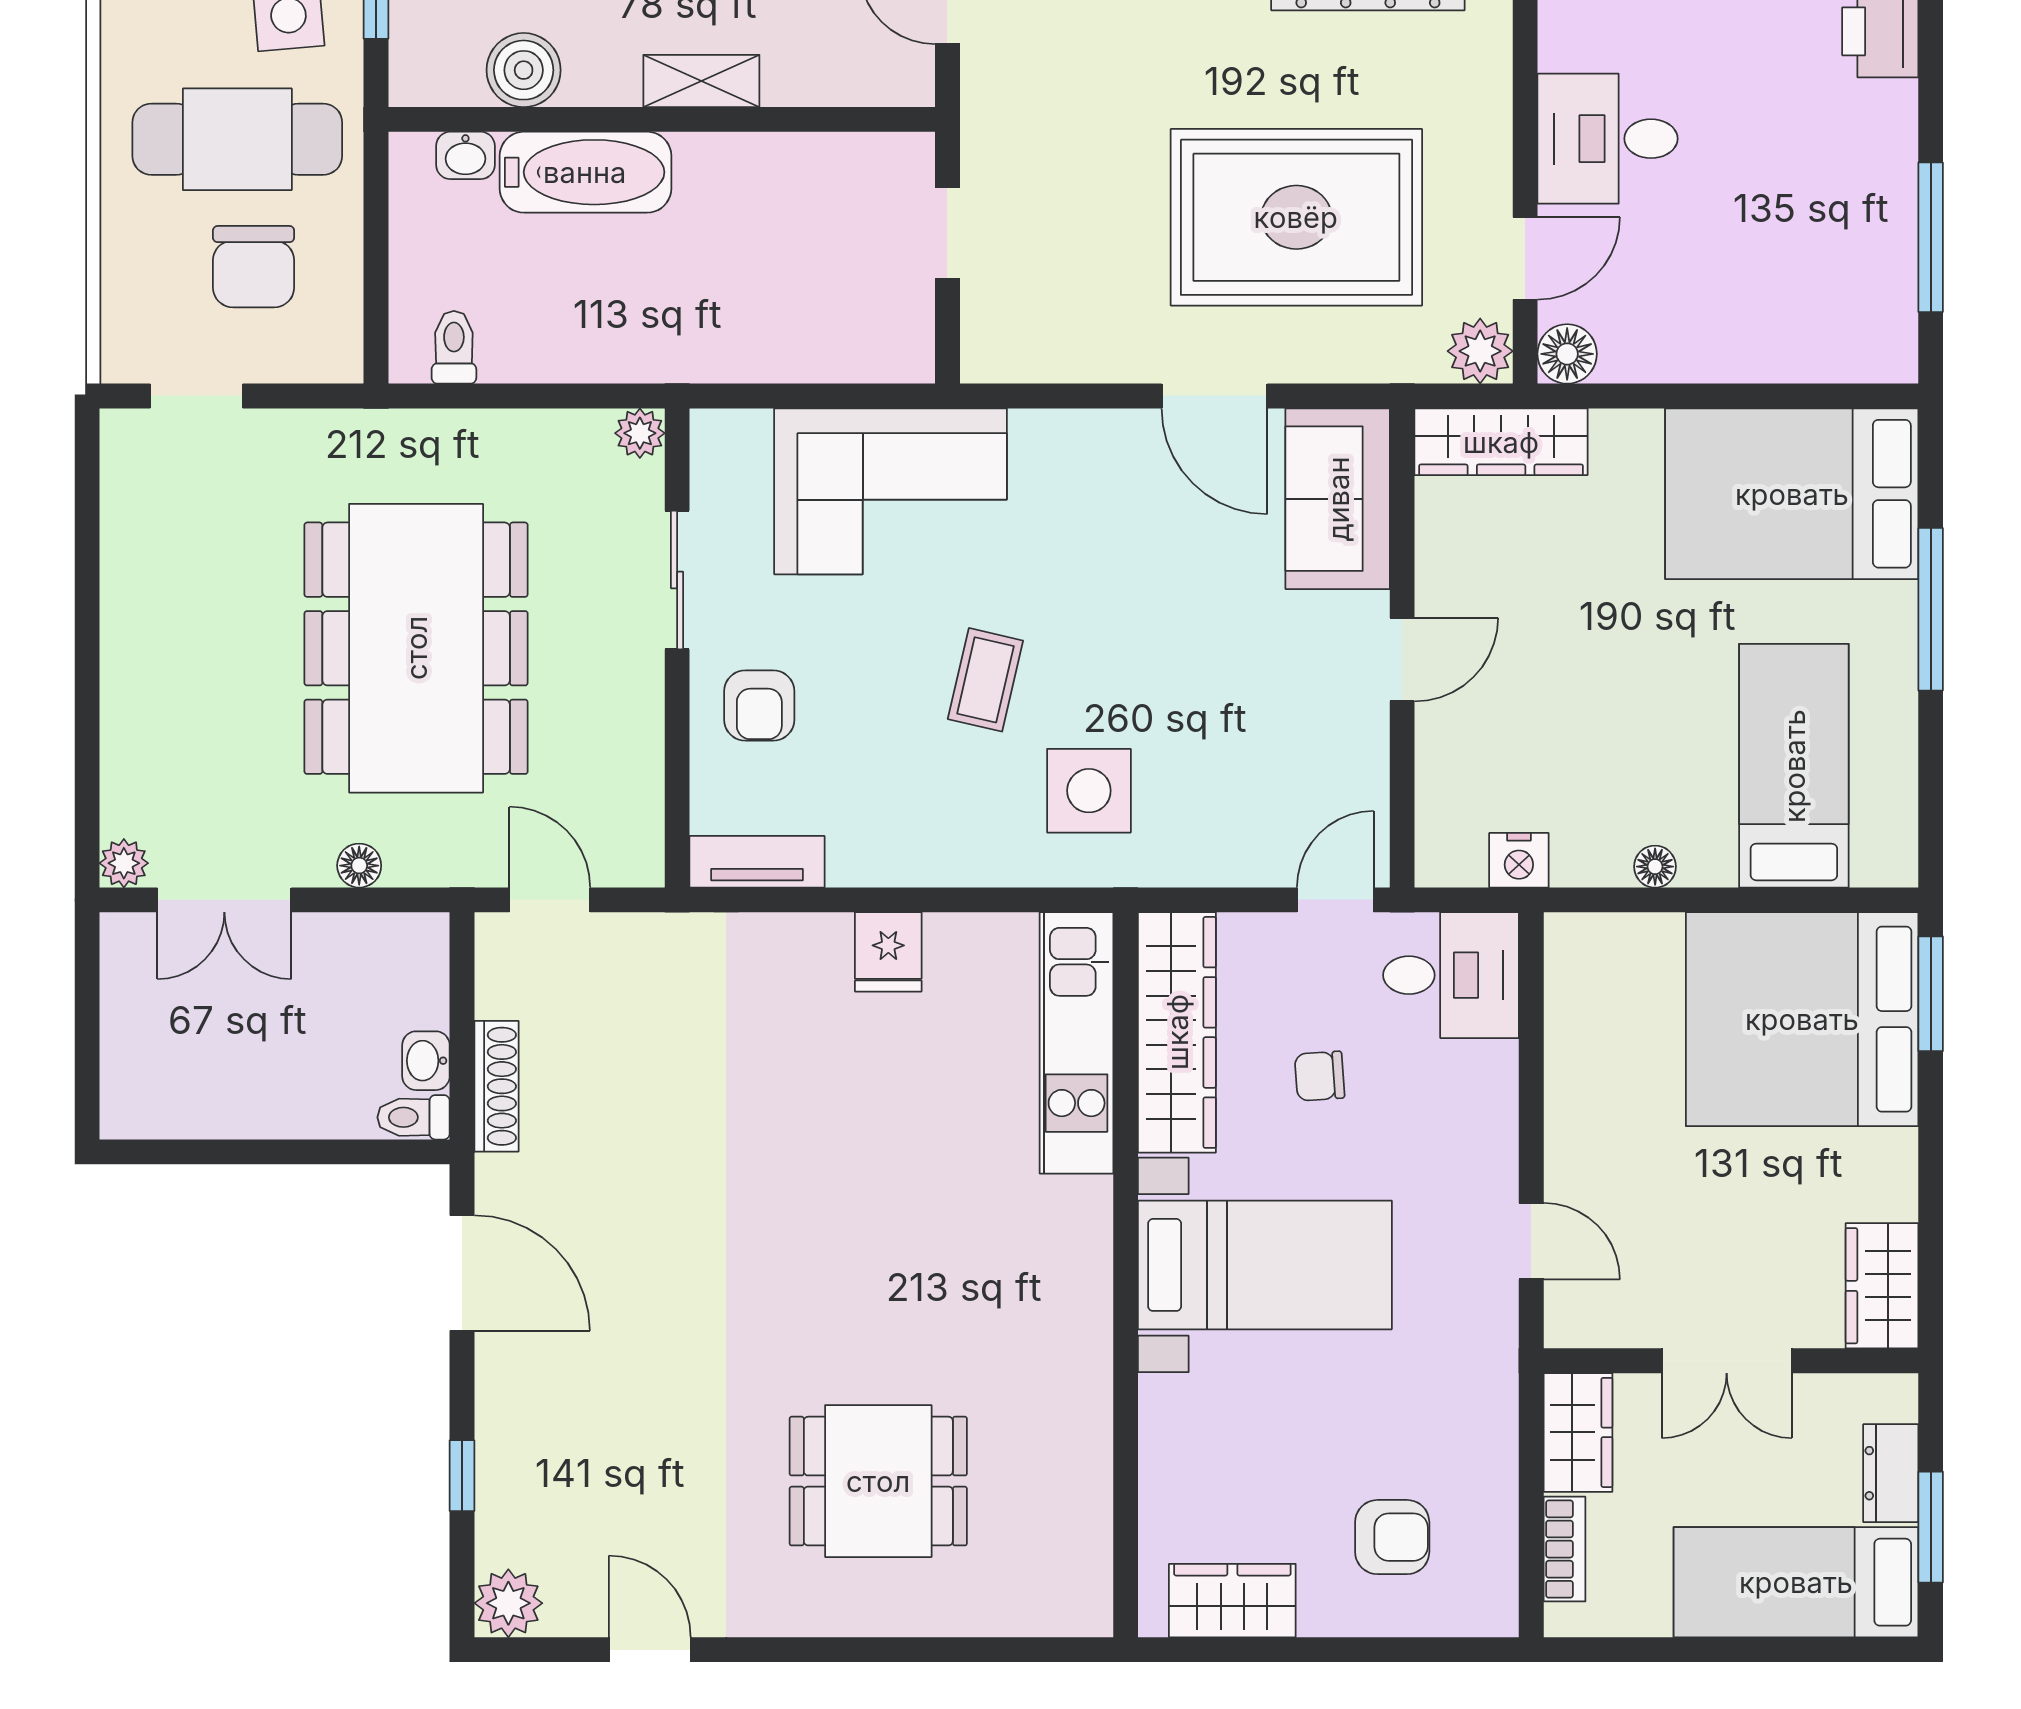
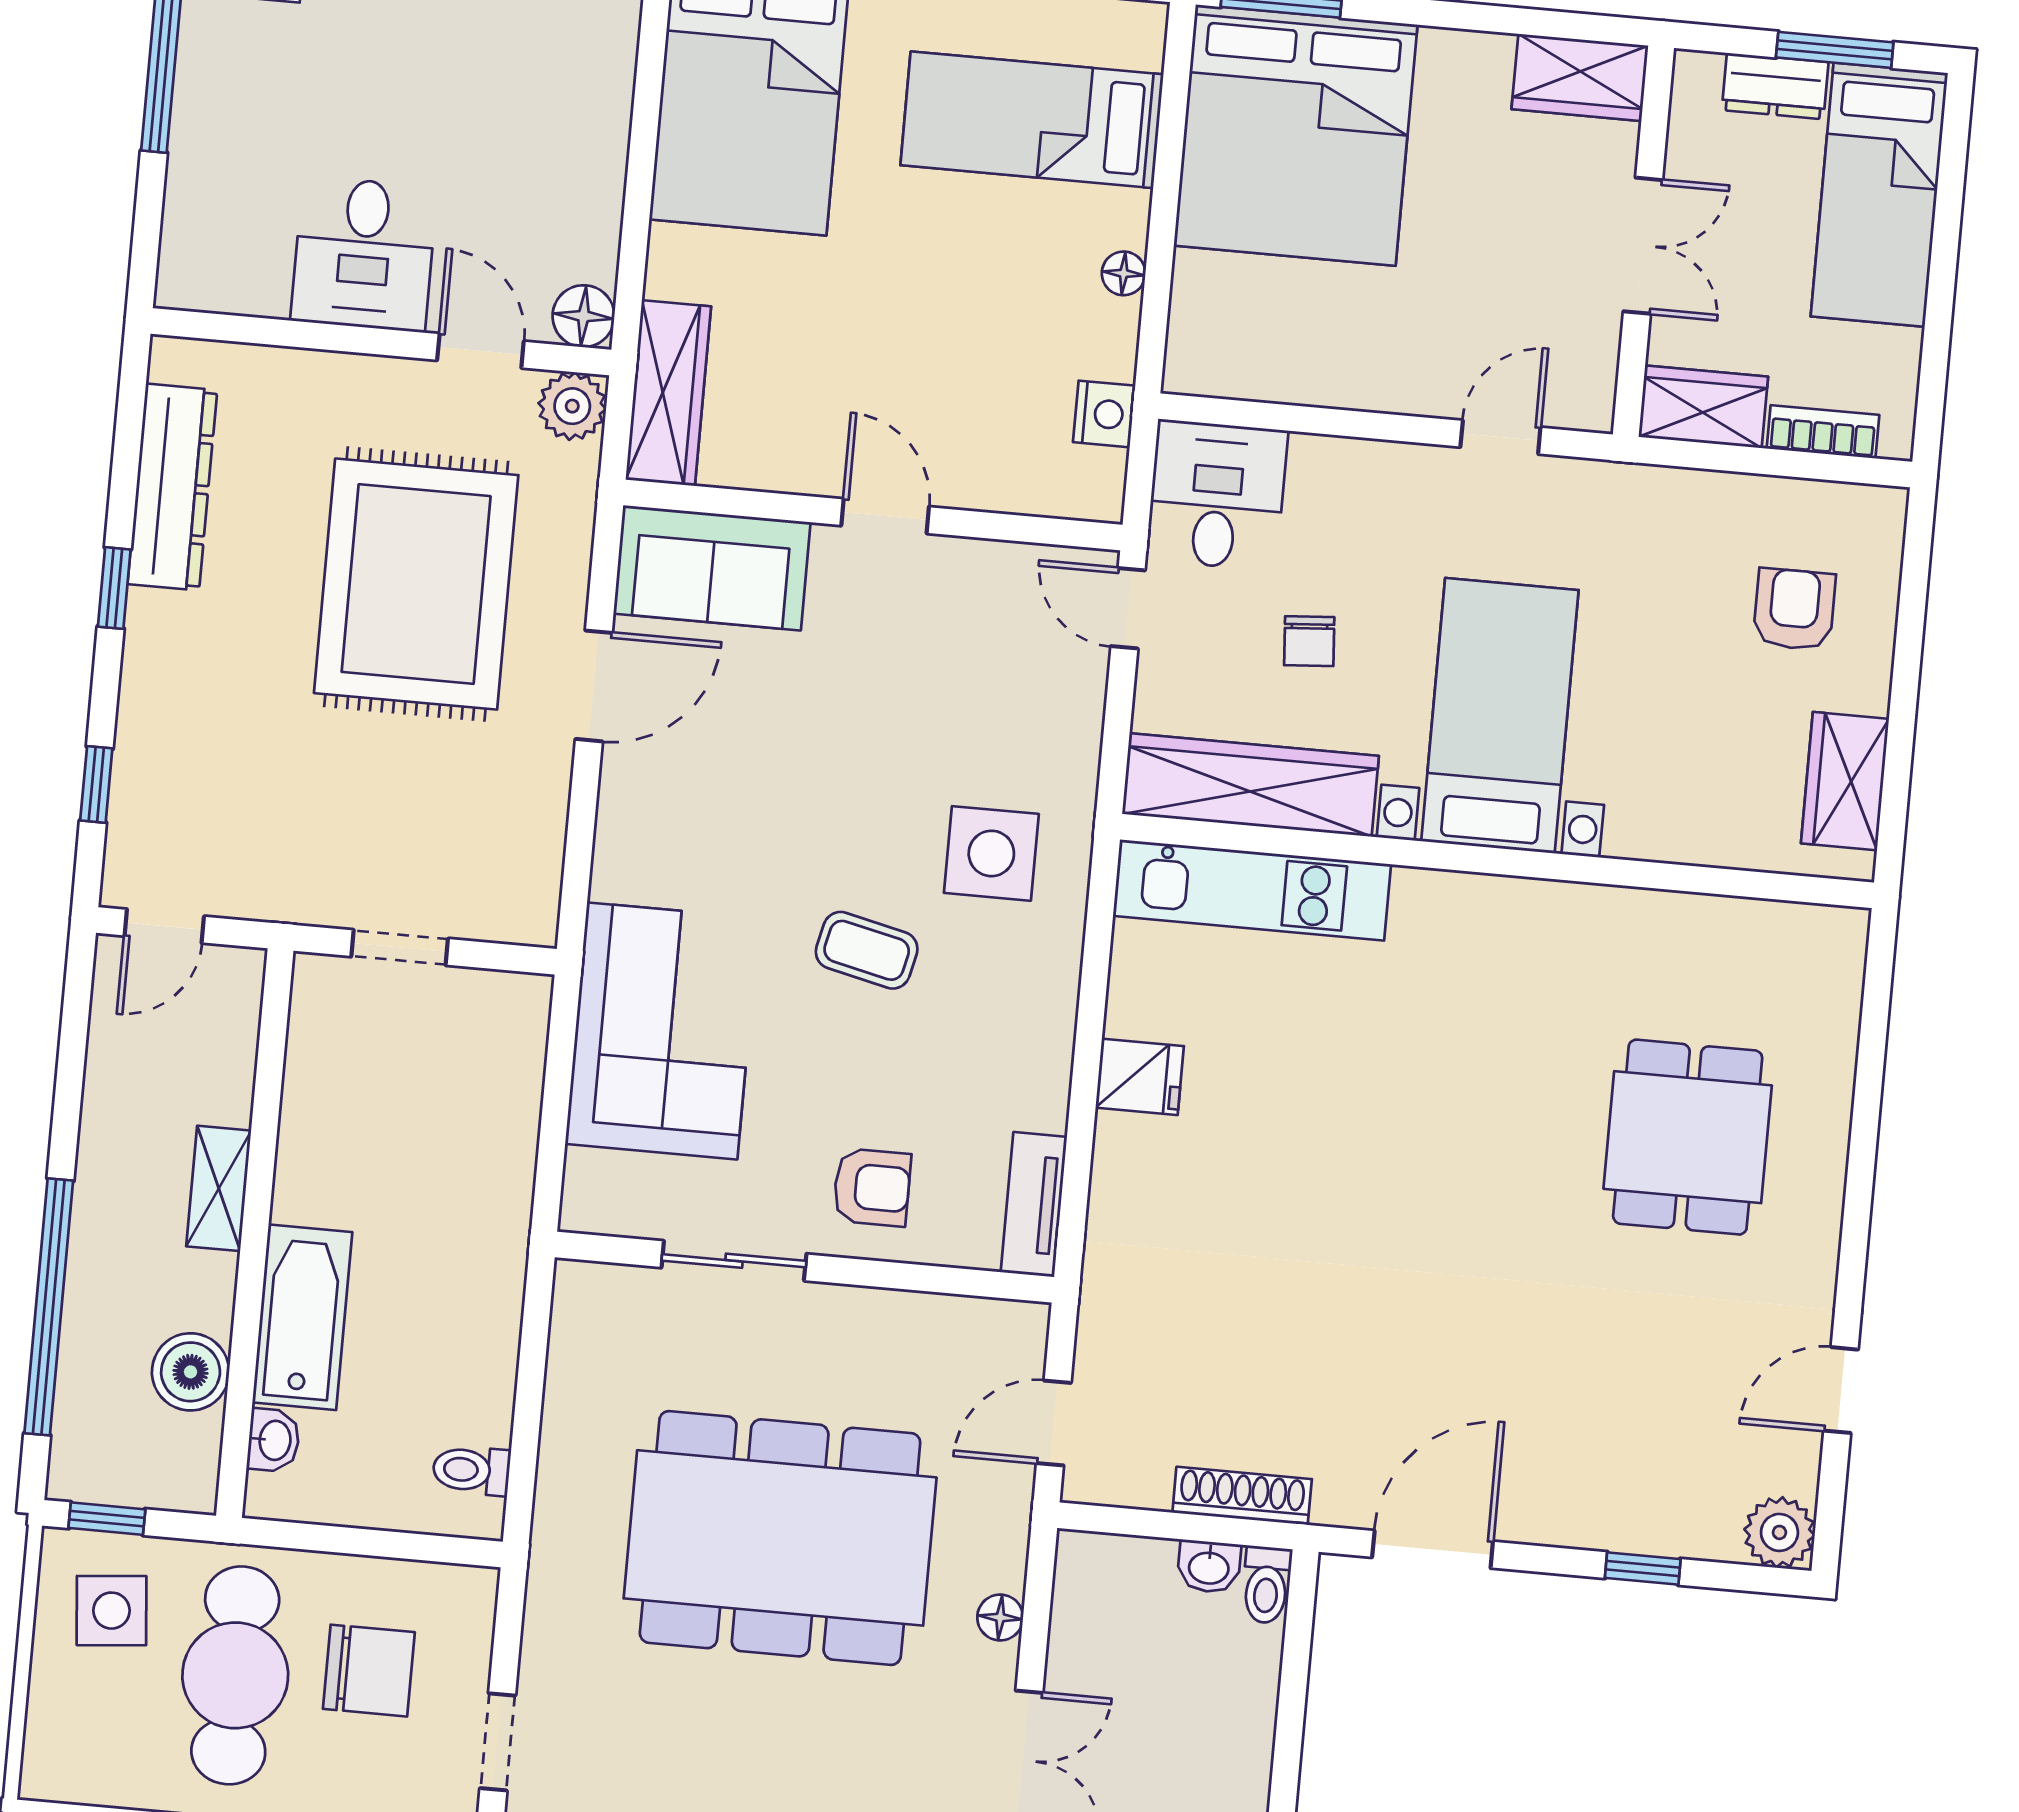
plant: (640, 433) -> (578, 1286), removed

